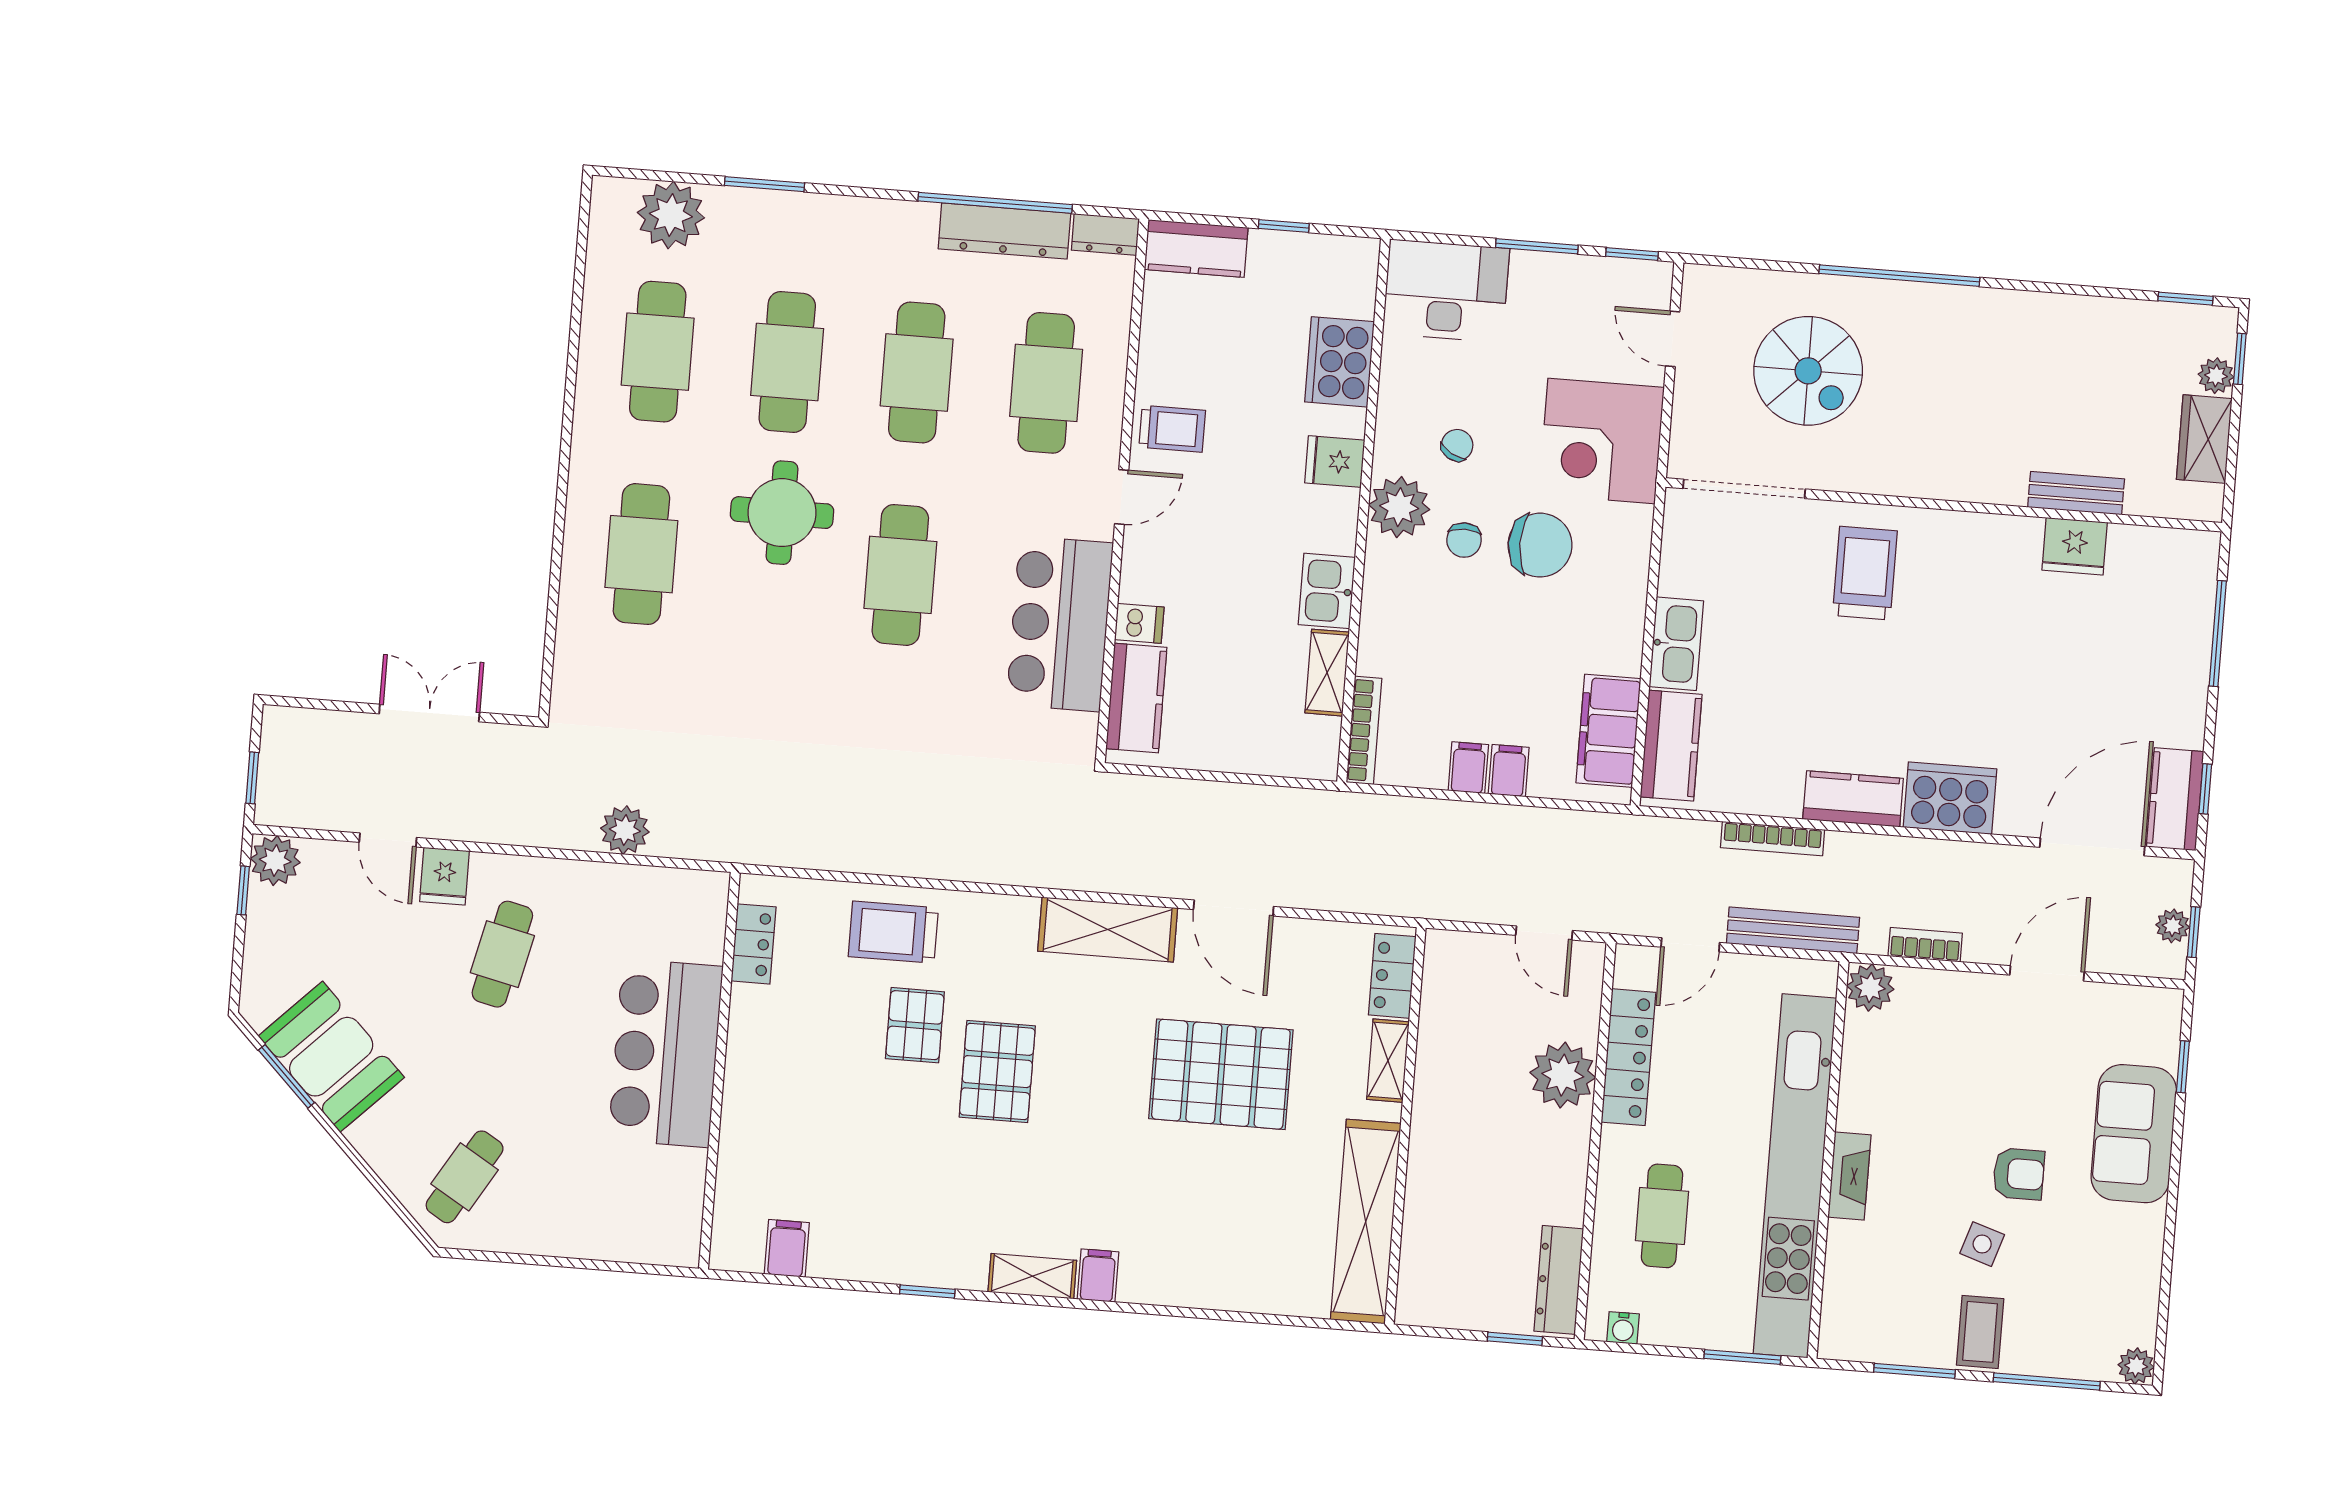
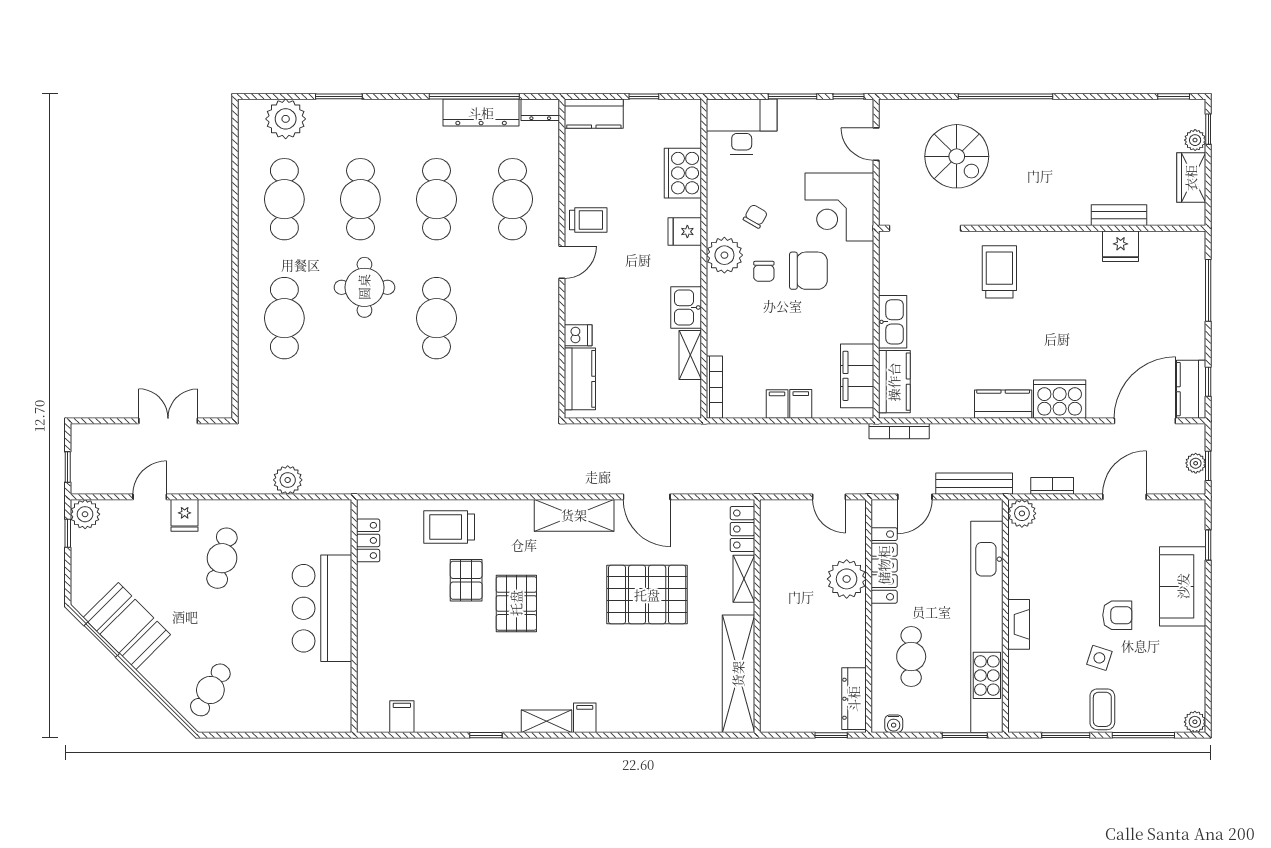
bar counter: (1060, 624) -> (532, 339), removed
bookcase: (1772, 839) -> (899, 431), moved
door: (388, 840) -> (150, 497), swing flipped

